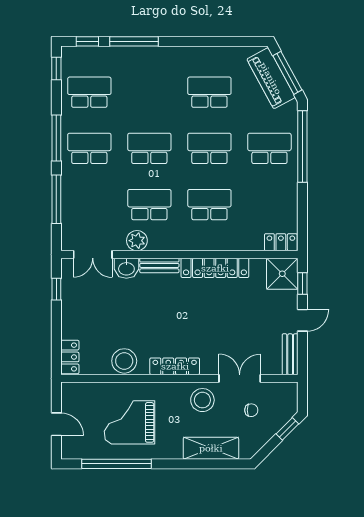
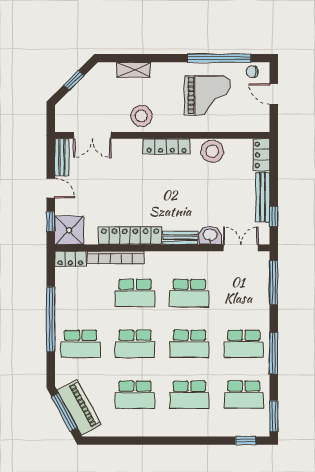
window: (134, 41) -> (203, 441), removed
window: (56, 69) -> (274, 416), width x1.50
school desk: (149, 92) -> (189, 395), added
window: (302, 147) -> (51, 319), moved
window: (56, 199) -> (274, 283), moved
plant: (137, 241) -> (201, 260), removed
bookcase: (231, 244) -> (115, 257), added
bench: (68, 310) -> (263, 197), added
door: (302, 320) -> (51, 188), swing flipped
double door: (240, 378) -> (92, 135), moved
chair: (251, 410) -> (252, 72), moved
window: (287, 429) -> (74, 80), moved
shelving: (211, 448) -> (134, 70), width x0.67, depth x0.75

